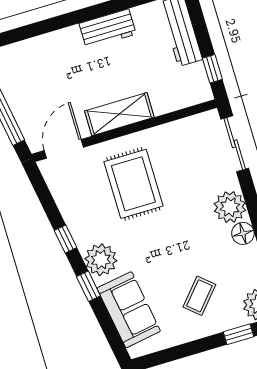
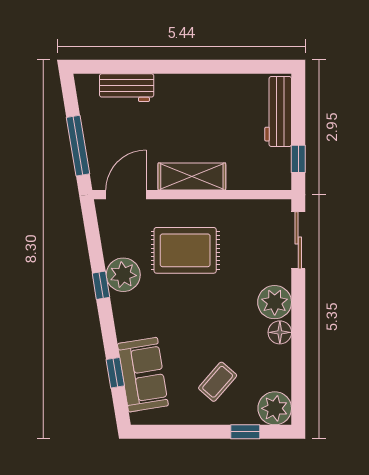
workbench: (108, 29) -> (127, 88), moved
rug: (133, 184) -> (185, 250), turned 90
plant: (101, 260) -> (123, 275), moved
window: (88, 286) -> (115, 373), moved

